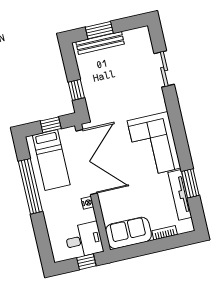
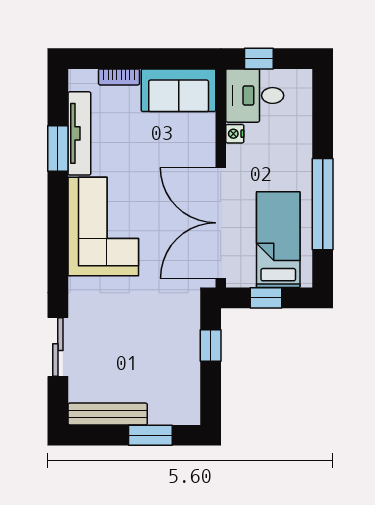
bench: (100, 43) -> (108, 414), moved
nightstand: (87, 203) -> (235, 134), moved

